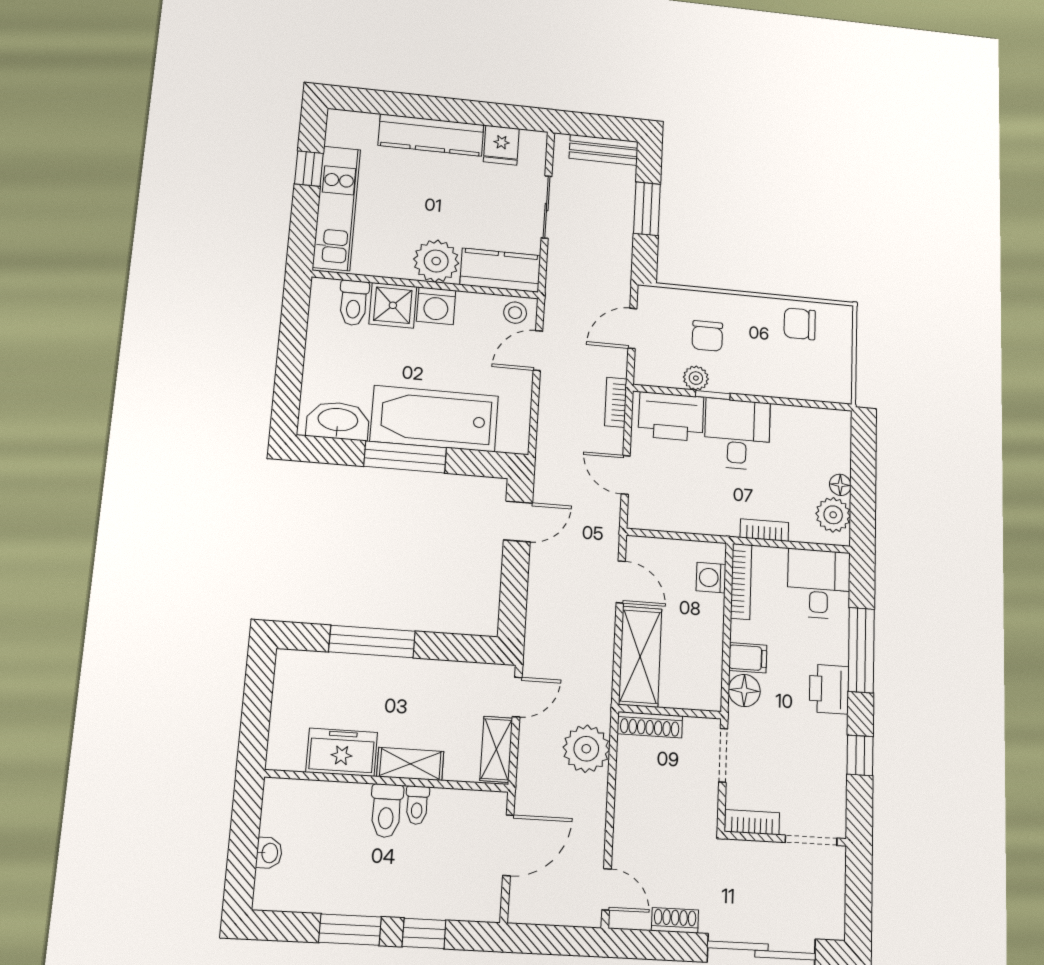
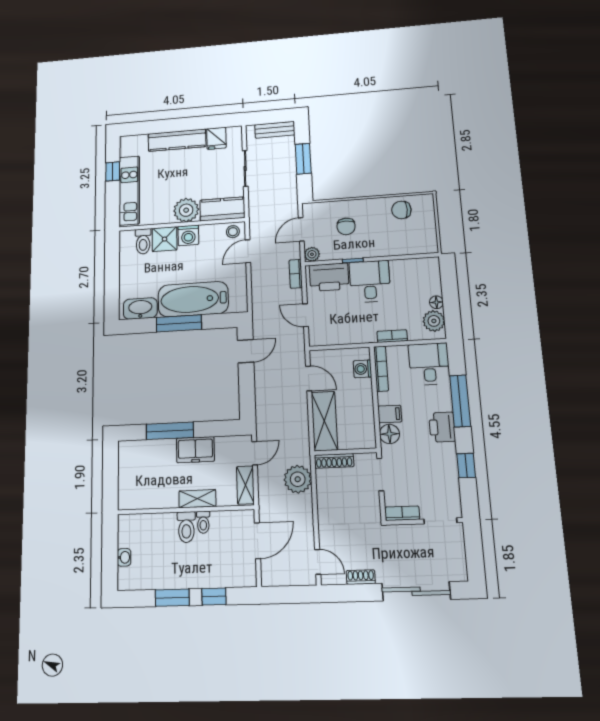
plant: (696, 378) -> (312, 254), moved
freezer: (342, 752) -> (195, 450), moved, turned 180

